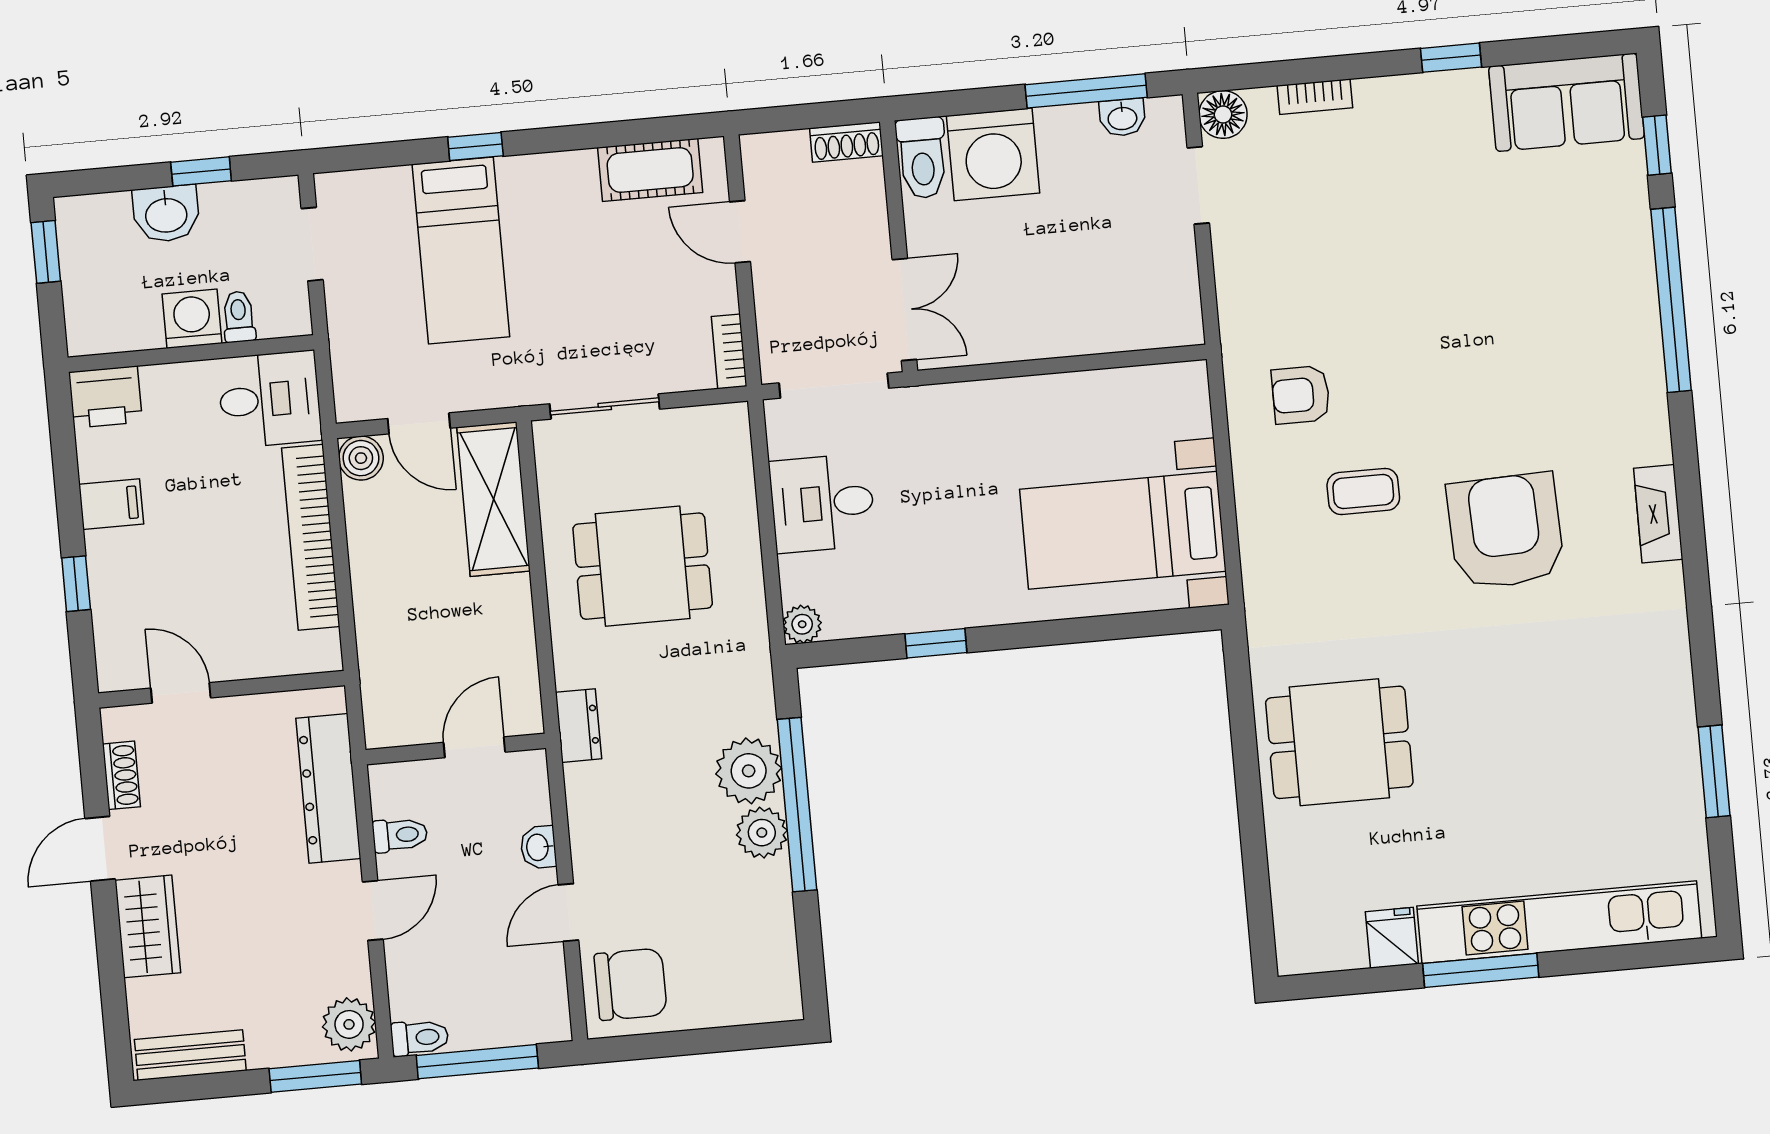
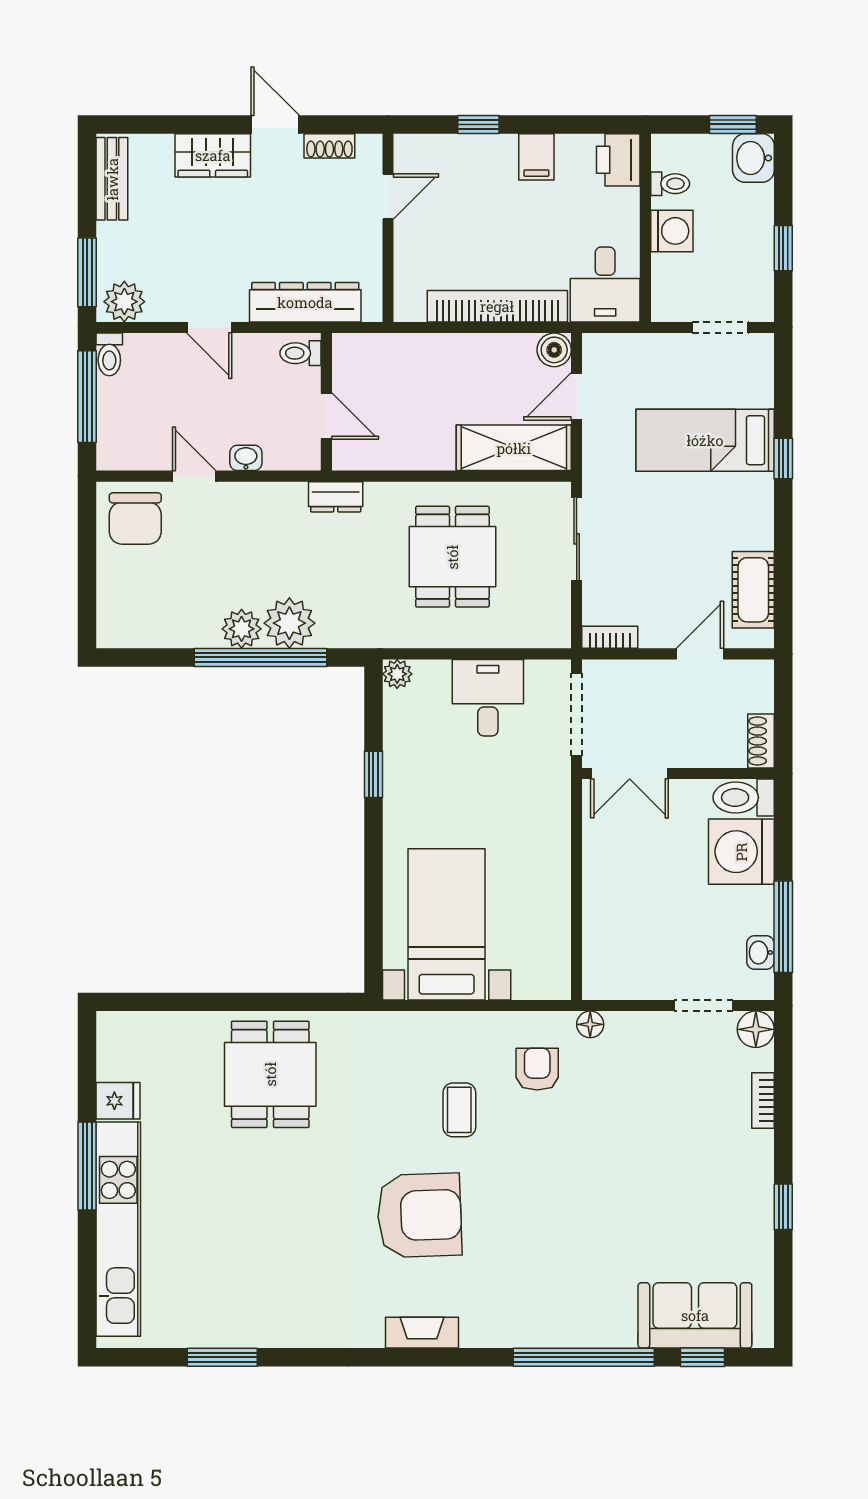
sofa: (1567, 102) -> (695, 1315), moved, turned 90
washbasin: (166, 214) -> (753, 158), moved
toilet: (239, 317) -> (670, 184), moved
floor lamp: (1236, 331) -> (590, 1024), added
toilet: (400, 835) -> (300, 353), moved, turned 90

